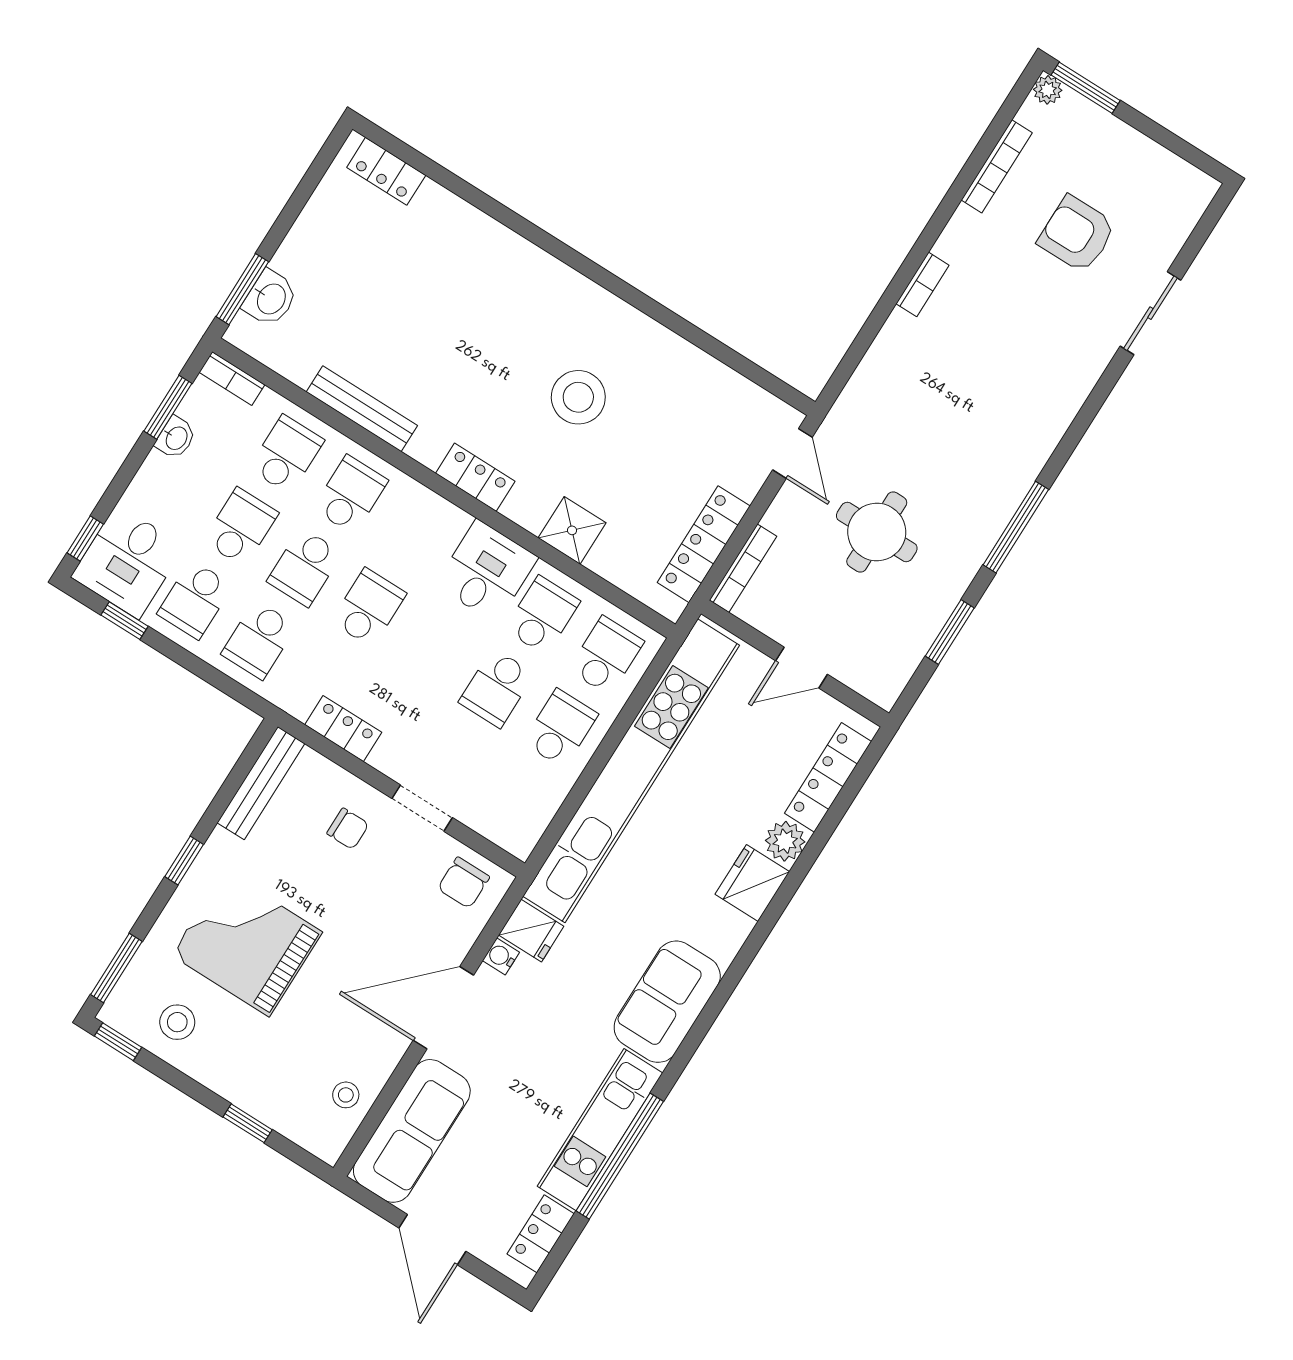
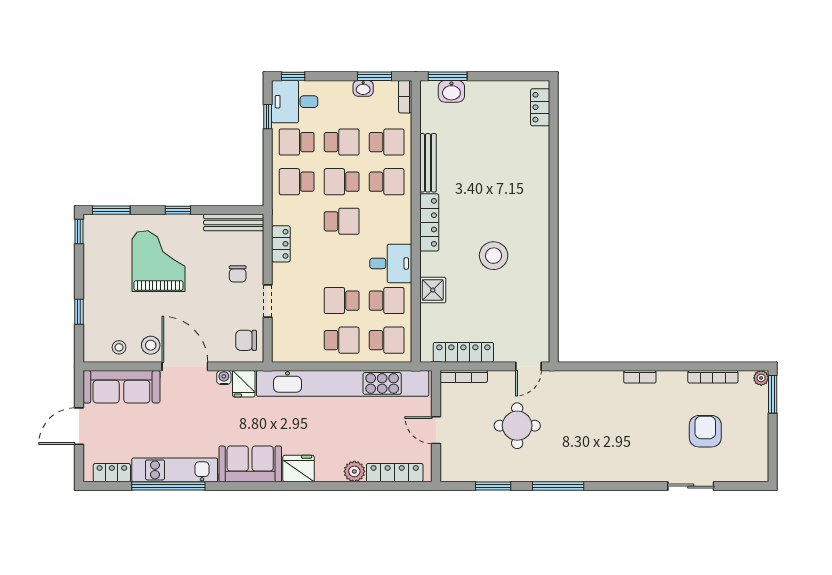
locker: (475, 477) -> (429, 222), width x1.53
fridge: (752, 883) -> (299, 469), moved
stool: (177, 1022) -> (151, 345), moved

